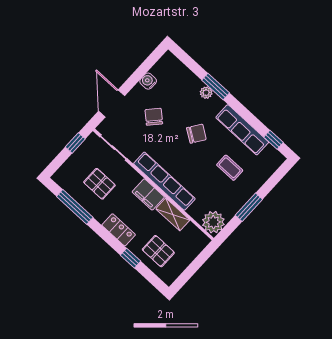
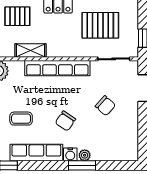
water cooler: (148, 81) -> (70, 154), moved, turned 90
pallet: (99, 184) -> (100, 25), width x1.50, depth x1.42
filing cabinet: (148, 194) -> (60, 49), removed

